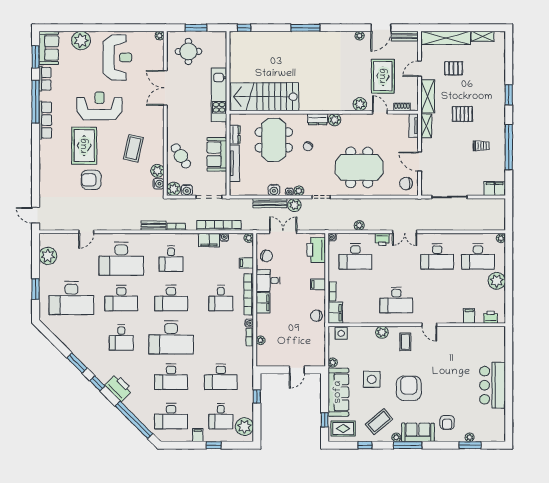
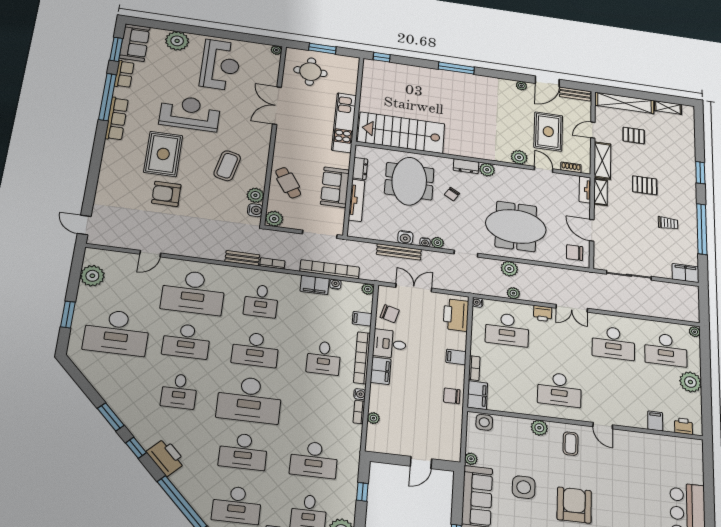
water cooler: (187, 190) -> (291, 222), removed
plant: (294, 205) -> (509, 269), moved

